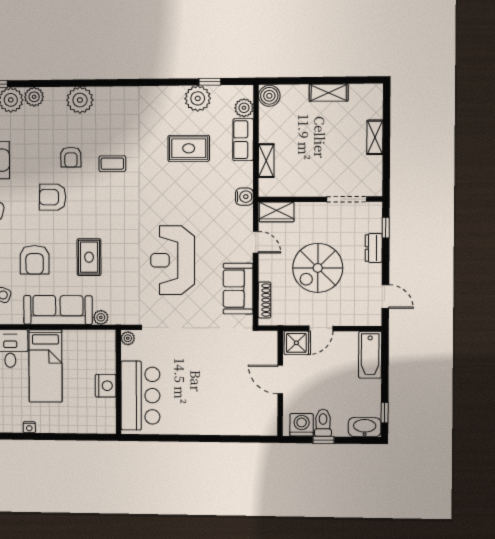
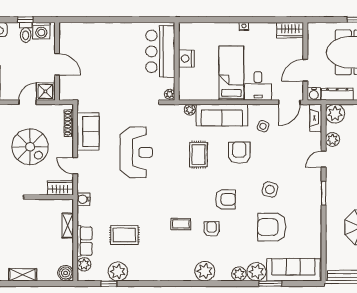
spiral stairs: (318, 268) -> (30, 147), turned 90

